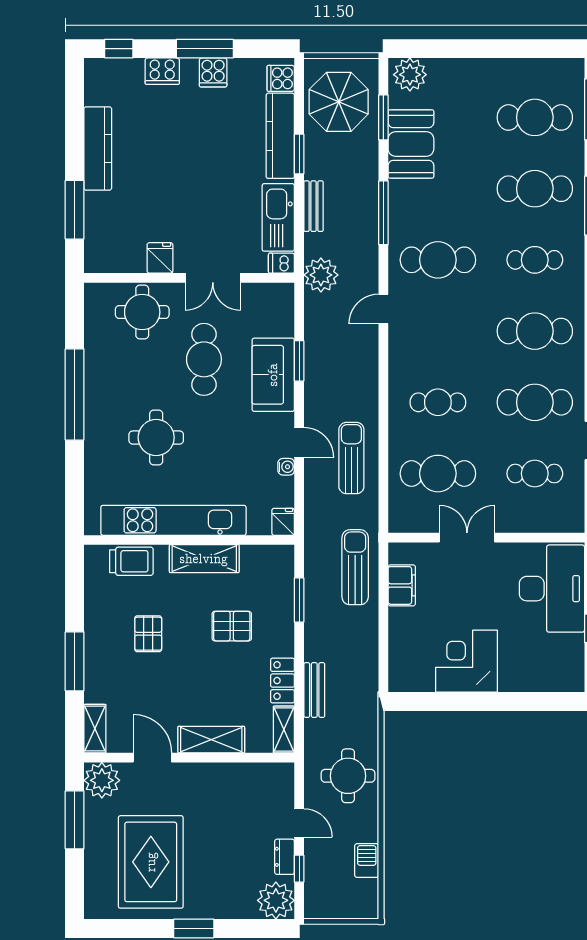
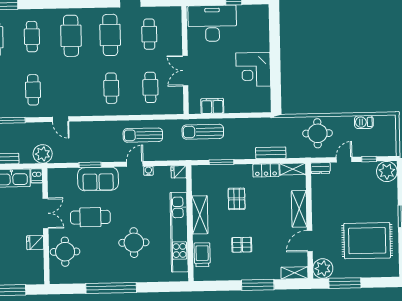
cafe table: (438, 260) -> (33, 90), width x0.73, depth x0.74
cafe table: (438, 474) -> (150, 87), width x0.73, depth x0.74
dresser: (285, 857) -> (320, 168), moved

